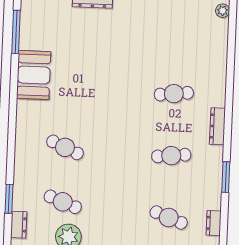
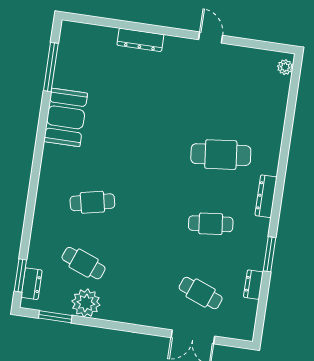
cafe table: (174, 94) -> (221, 155), width x1.37, depth x1.35
cafe table: (65, 147) -> (92, 202), turned -36
window: (9, 199) -> (20, 275), moved
dresser: (214, 223) -> (253, 285), moved

